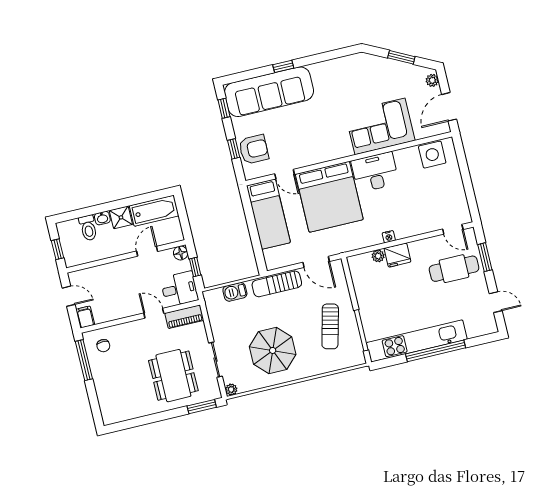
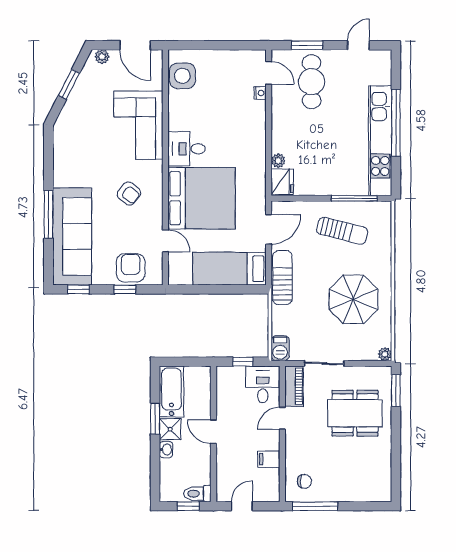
window: (283, 66) -> (48, 214), width x2.17
armchair: (318, 132) -> (129, 193), added
desk: (375, 172) -> (187, 149), width x0.73
door: (285, 174) -> (165, 241), hinge flipped
window: (127, 202) -> (155, 419), added
bed: (268, 214) -> (229, 269), moved, turned 180
toilet: (88, 228) -> (197, 494), moved, turned 180
door: (453, 229) -> (269, 73), hinge flipped
nightstand: (389, 237) -> (260, 93), moved
door: (147, 251) -> (214, 432), moved
floor lamp: (181, 253) -> (224, 374), removed
fridge: (398, 255) -> (282, 182), moved
sun lounger: (277, 284) -> (282, 278), turned 180
barbecue: (235, 292) -> (280, 348), moved
filing cabinet: (85, 317) -> (269, 459), moved
sliding door: (216, 360) -> (324, 363), moved

